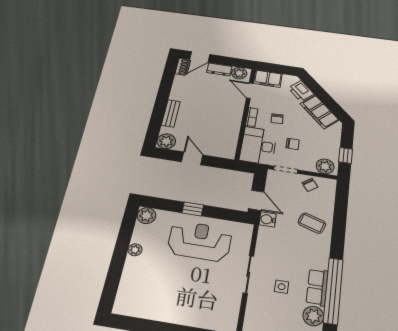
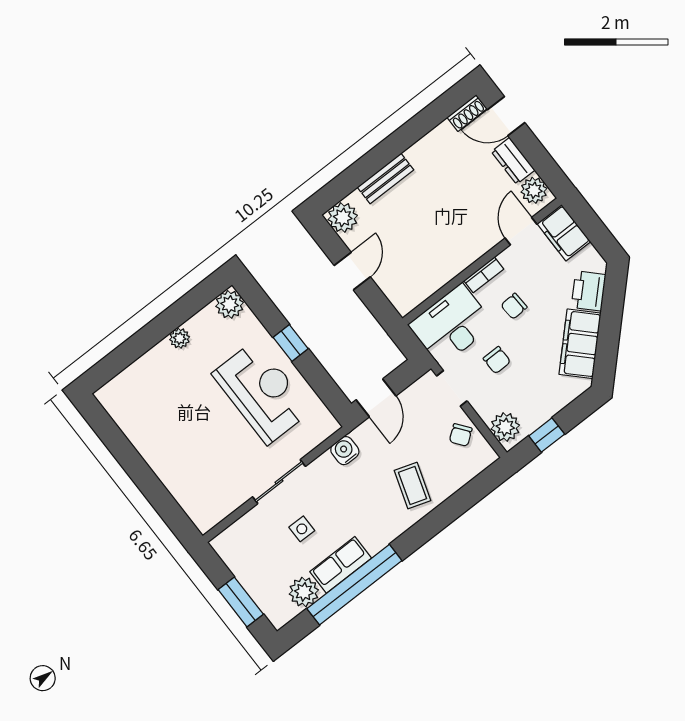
water cooler: (268, 219) -> (345, 451), moved

